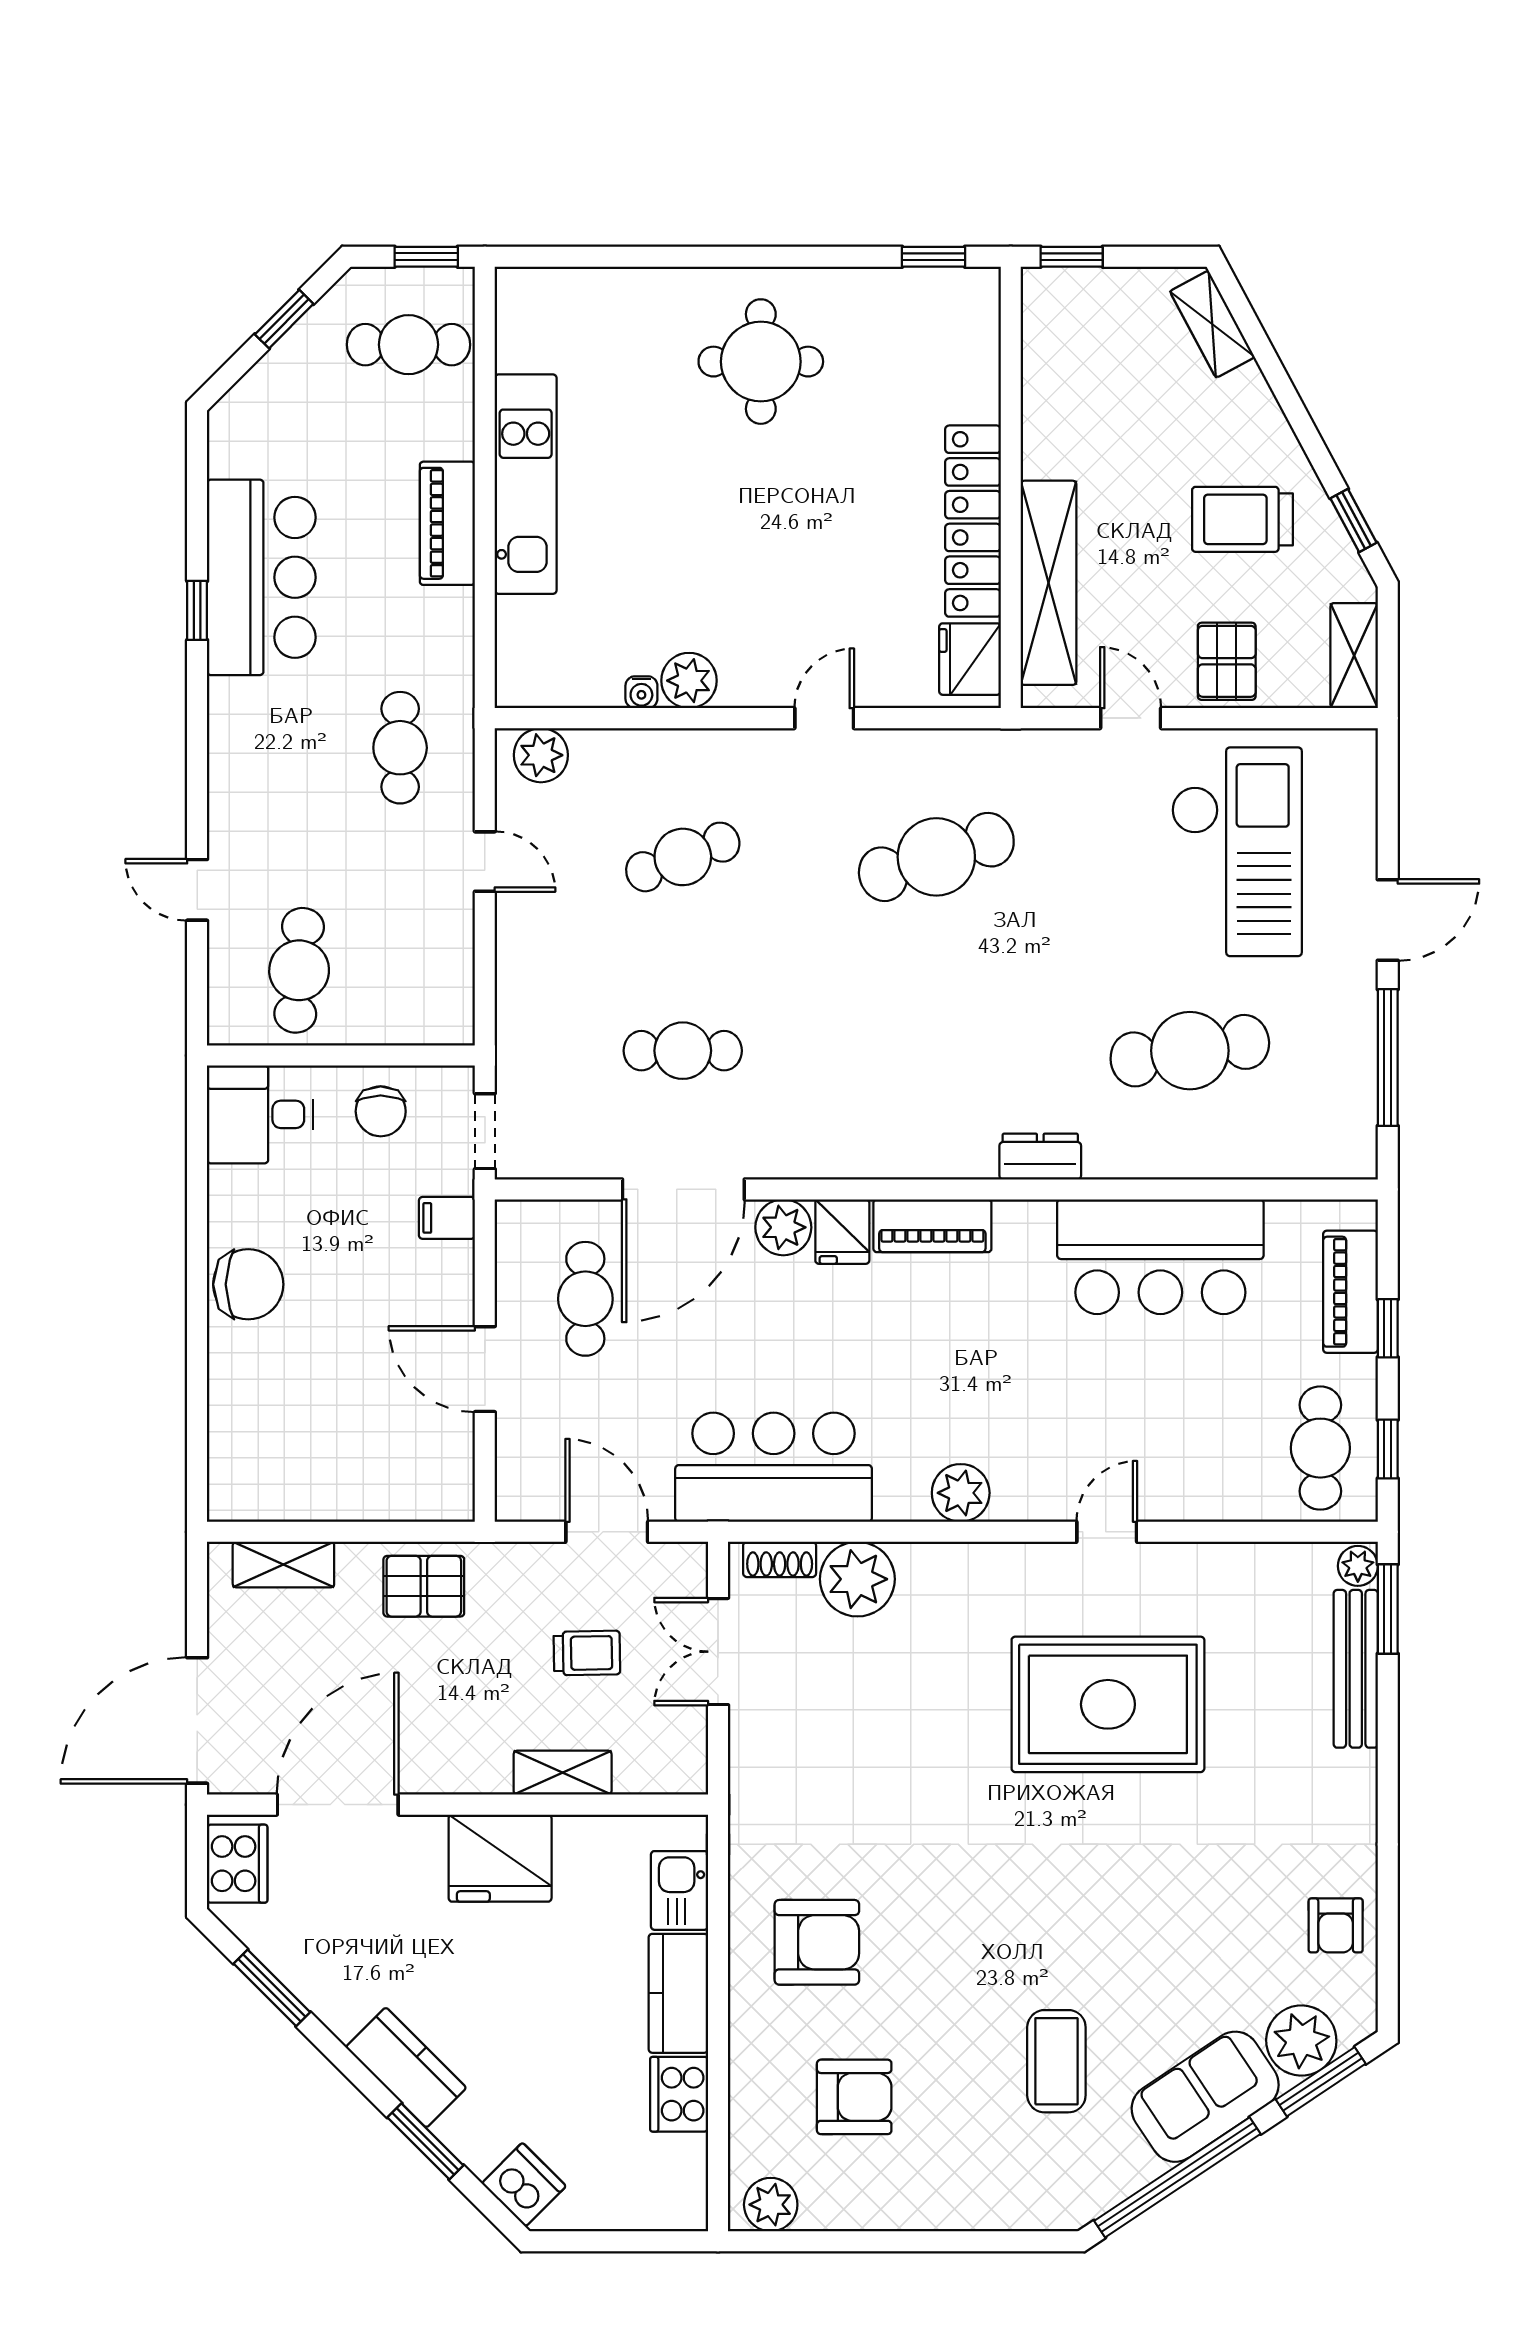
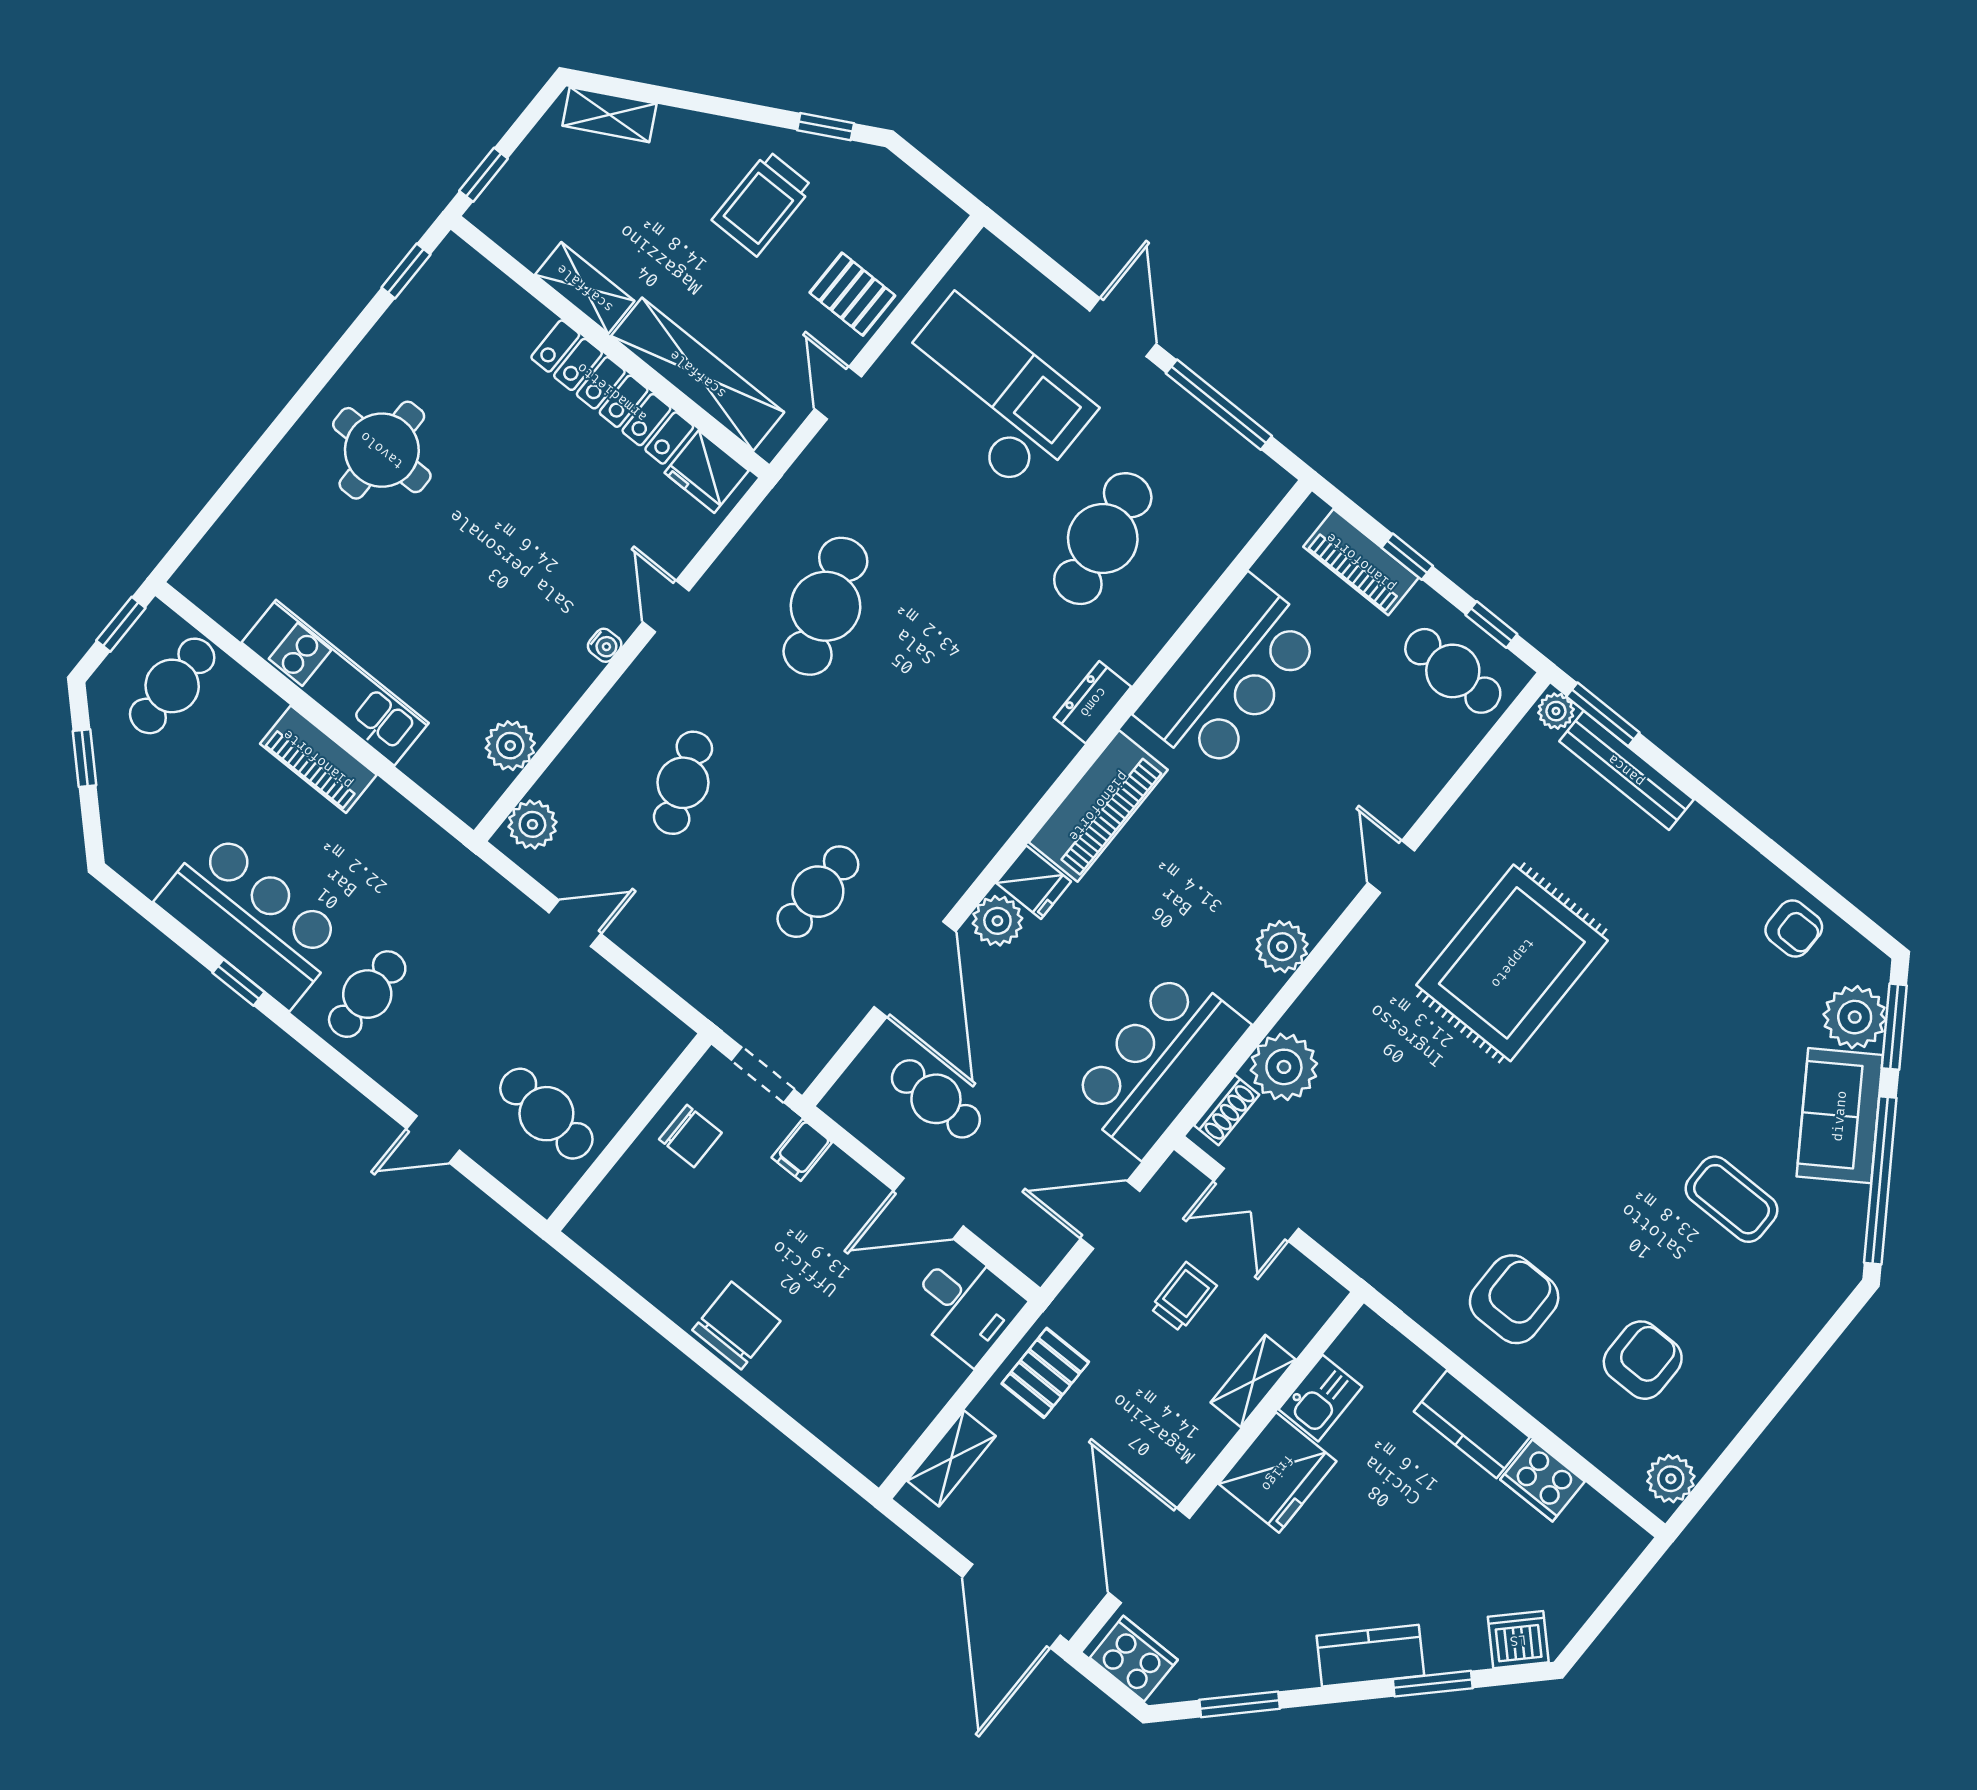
shelving: (1354, 656) -> (585, 288), moved
plant: (689, 681) -> (510, 746), moved
water cooler: (641, 692) -> (605, 645), moved
door: (1131, 718) -> (838, 393), hinge flipped
cafe table: (400, 748) -> (367, 994), moved, turned 90
desk: (260, 1114) -> (965, 1306), moved, turned -90
piano: (932, 1226) -> (1098, 806), width x1.37, depth x1.33
kitchen sink: (679, 1890) -> (1320, 1398), moved, turned -90

